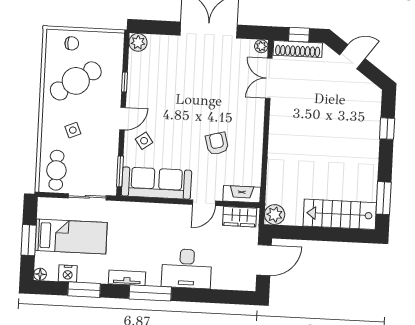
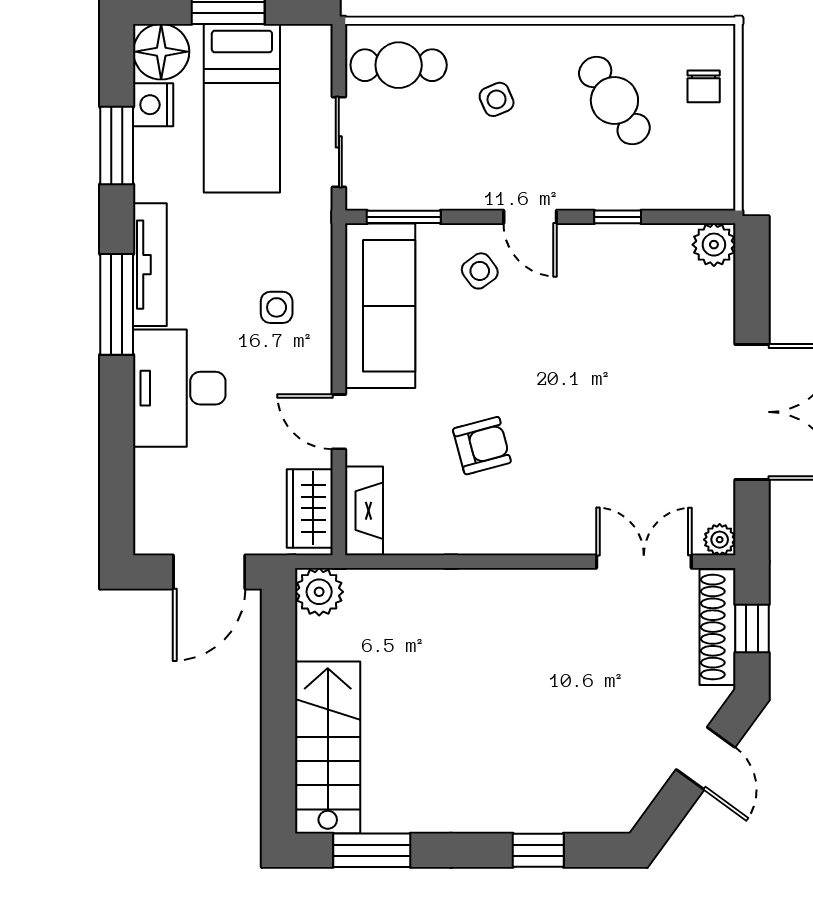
cafe table: (76, 81) -> (614, 100), width x0.73, depth x0.74
side table: (155, 226) -> (277, 307), added
door: (264, 260) -> (209, 572), hinge flipped
floor lamp: (40, 274) -> (161, 52), width x1.89, depth x1.89
tv unit: (127, 278) -> (150, 265), width x1.41

